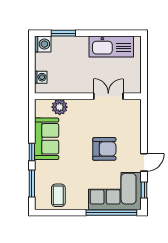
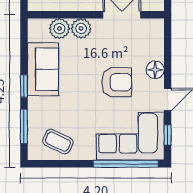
plant: (76, 107) -> (81, 28), added
floor lamp: (134, 139) -> (155, 70), added
coffee table: (58, 195) -> (58, 142), turned -64

